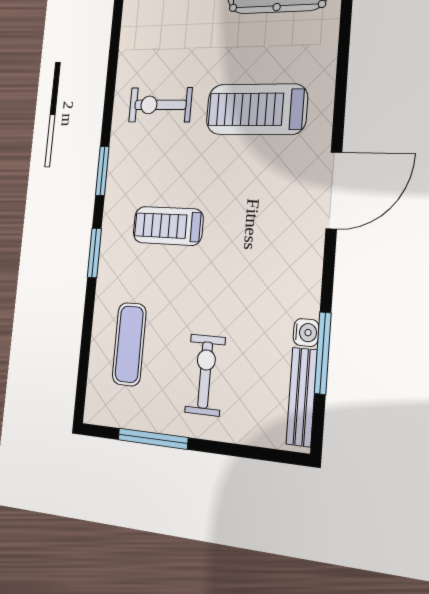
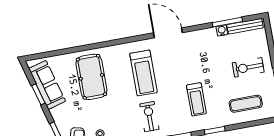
exercise bike: (160, 105) -> (149, 117), turned 180

